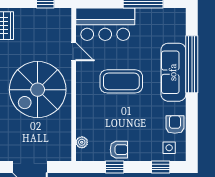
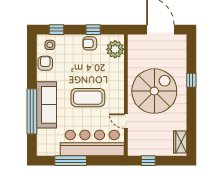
bar counter: (105, 24) -> (92, 143), width x1.36
armchair: (175, 125) -> (45, 63), turned 180
plant: (82, 142) -> (115, 49), width x1.87, depth x1.87

